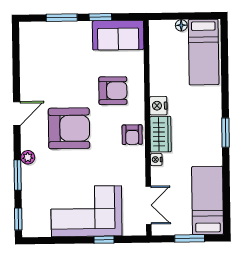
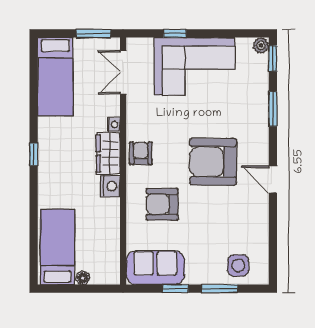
side table: (46, 38) -> (238, 265), added
door: (17, 113) -> (273, 180), hinge flipped
window: (226, 133) -> (34, 154), width x0.67
plant: (28, 157) -> (261, 45), moved
window: (190, 238) -> (93, 33), moved

